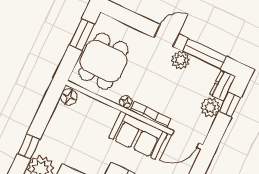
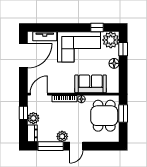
window: (82, 35) -> (123, 113), moved
floor lamp: (69, 97) -> (114, 63), moved
window: (230, 105) -> (23, 113), moved
sofa: (138, 135) -> (91, 84), moved

